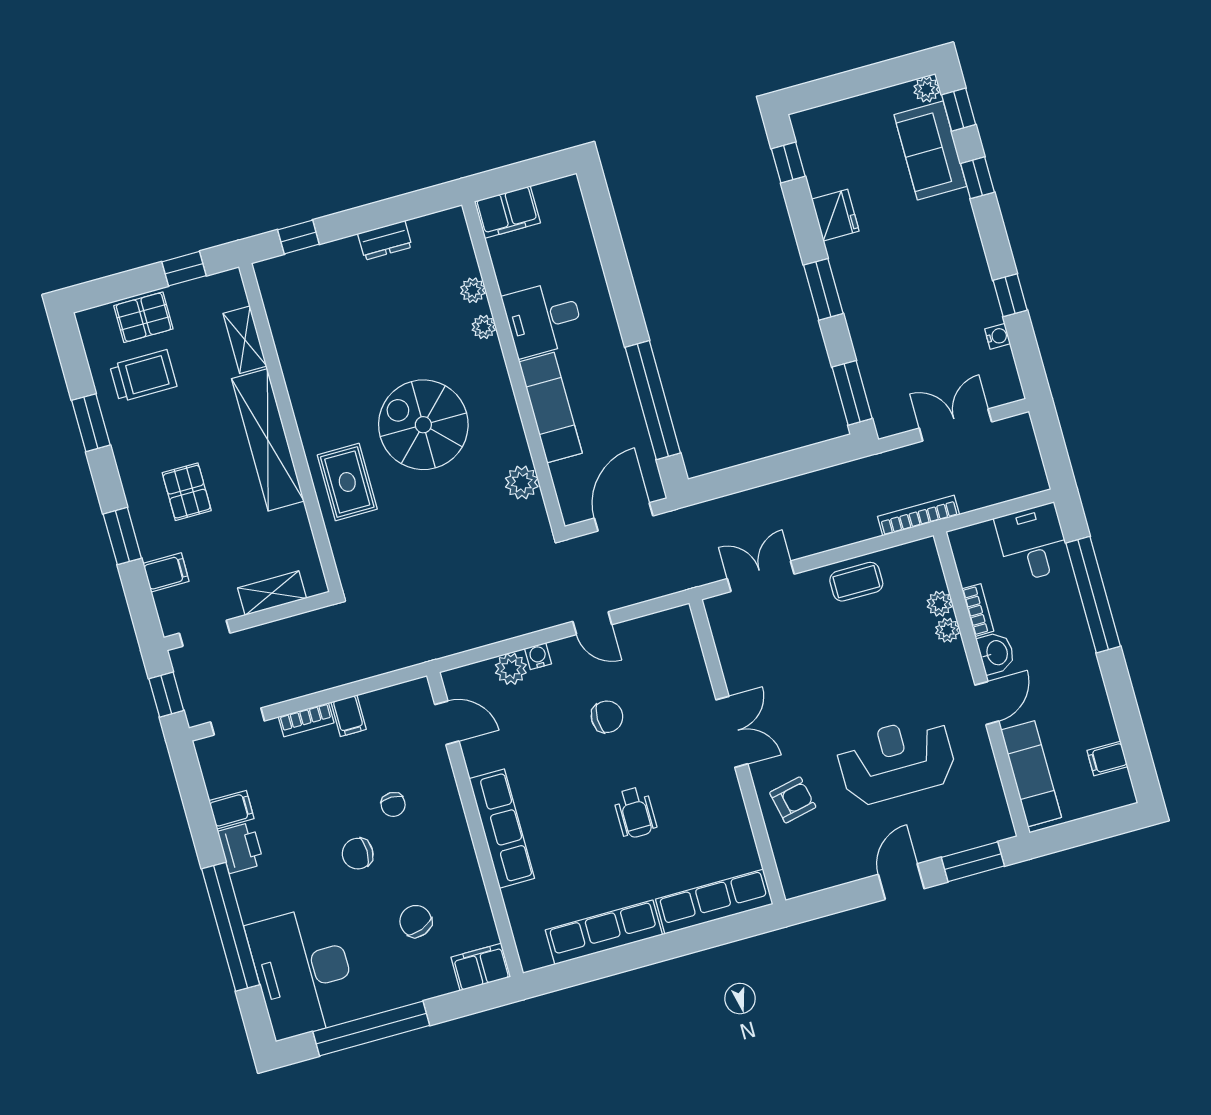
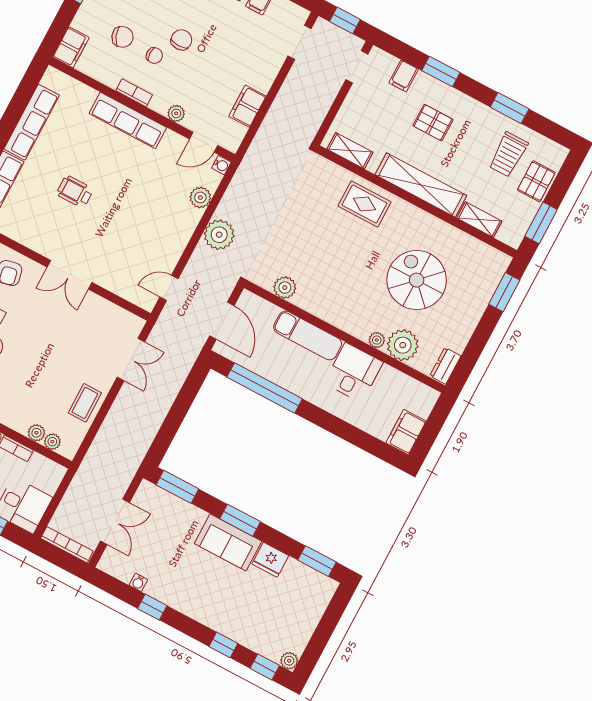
sofa: (930, 150) -> (228, 542), moved, turned 180
window: (788, 163) -> (317, 561), width x1.50
filing cabinet: (507, 212) -> (406, 432), moved
window: (298, 237) -> (504, 292), width x1.50
dresser: (385, 240) -> (445, 366), moved
window: (184, 269) -> (541, 223), width x1.50
plant: (473, 290) -> (403, 345), width x1.87, depth x1.87
spiral stairs: (423, 425) -> (417, 280), moved, turned -90
bookcase: (918, 516) -> (67, 545), moved, turned -90
shelving: (272, 593) -> (350, 151), moved, turned 90
plant: (532, 609) -> (219, 235), added
door: (592, 623) -> (169, 288), moved
plant: (947, 630) -> (52, 442), moved
water cooler: (538, 656) -> (221, 165), moved
filing cabinet: (349, 716) -> (247, 106), width x2.00
chair: (607, 717) -> (134, 222), removed
bookcase: (306, 720) -> (134, 93), moved, turned 90
plant: (444, 783) -> (176, 113), added
chair: (393, 804) -> (154, 55), moved, turned 180

